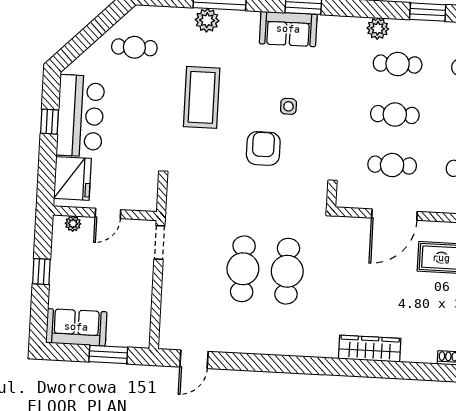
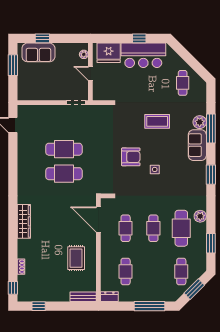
sofa: (288, 29) -> (197, 145), moved
cafe table: (398, 64) -> (181, 228), width x1.37, depth x1.35
coffee table: (202, 97) -> (157, 121), width x0.73, depth x0.76
door: (394, 215) -> (98, 220), moved
window: (41, 272) -> (42, 38), moved
sofa: (76, 327) -> (38, 52), moved, turned 90
window: (108, 355) -> (13, 65), moved

